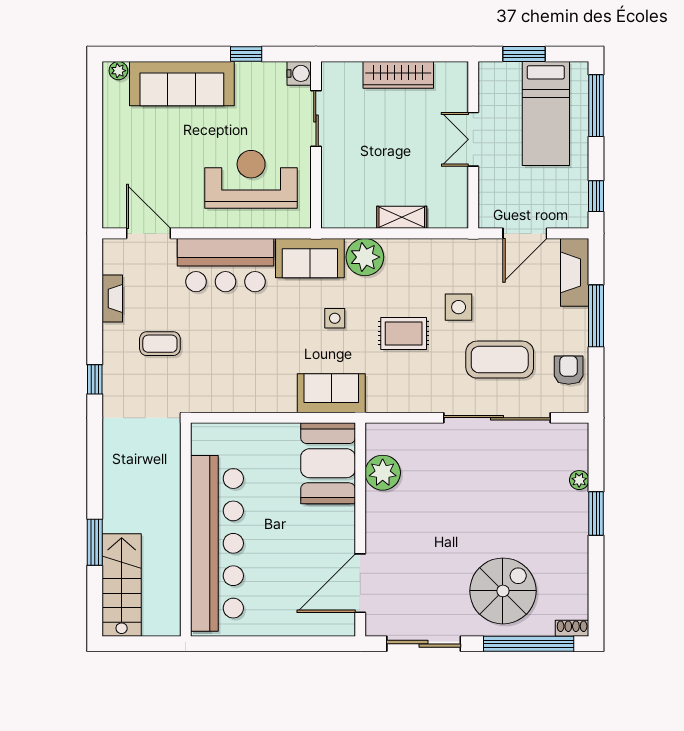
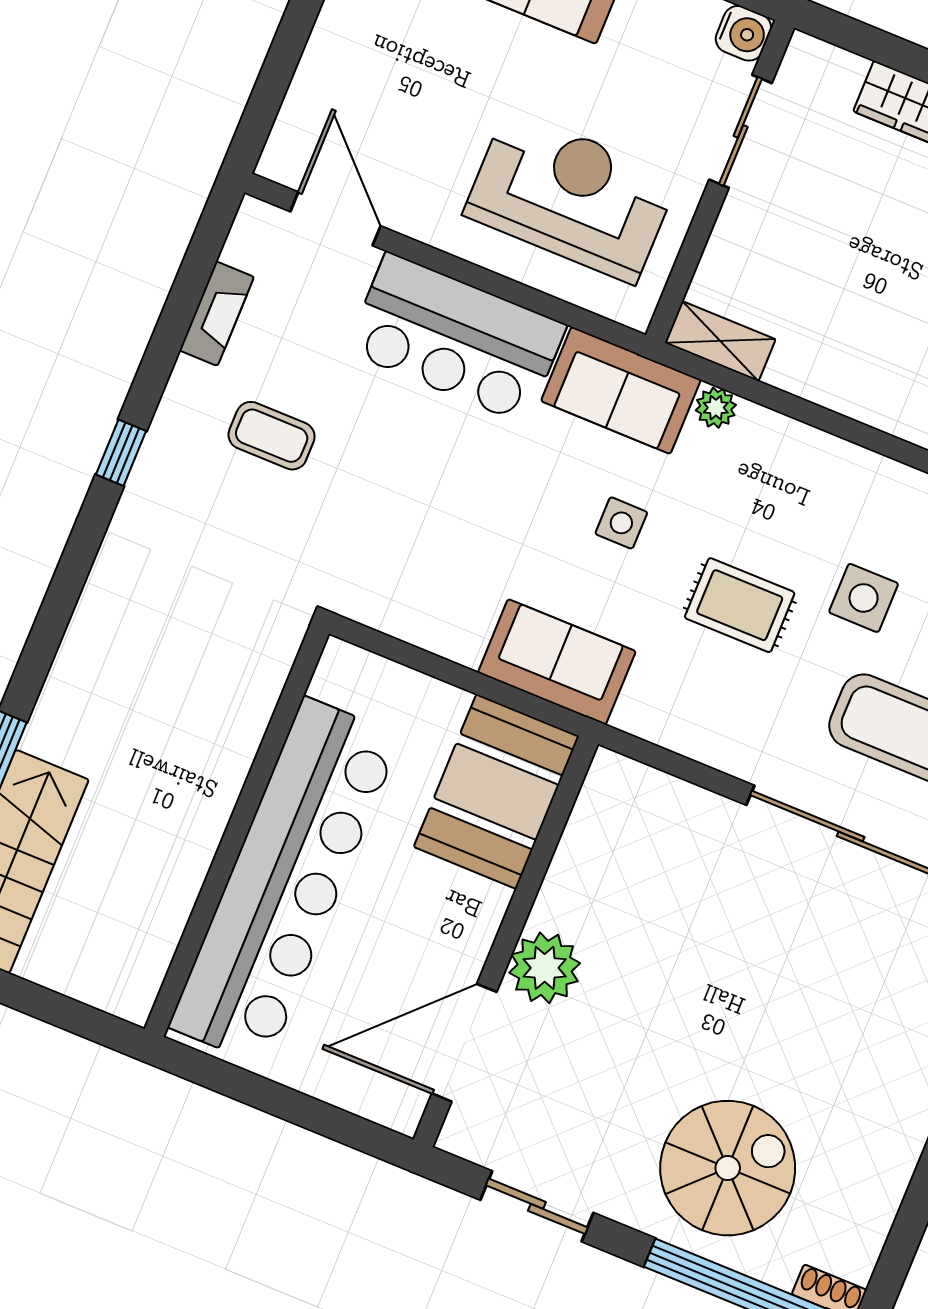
shelving: (402, 217) -> (720, 341), moved
plant: (365, 257) -> (716, 408), width x0.53, depth x0.53
plant: (383, 473) -> (545, 968), moved
wall: (186, 530) -> (237, 831), moved
bar counter: (217, 543) -> (285, 881), moved
sliding door: (424, 644) -> (537, 1206), width x0.73

